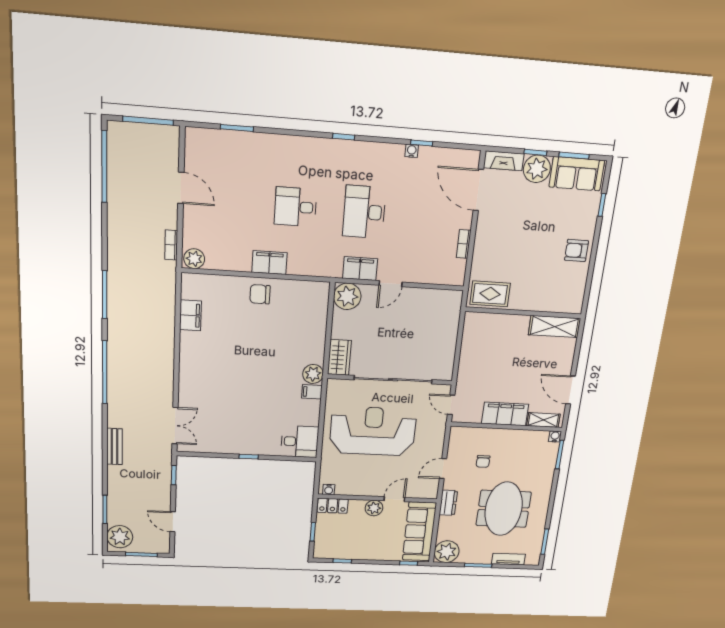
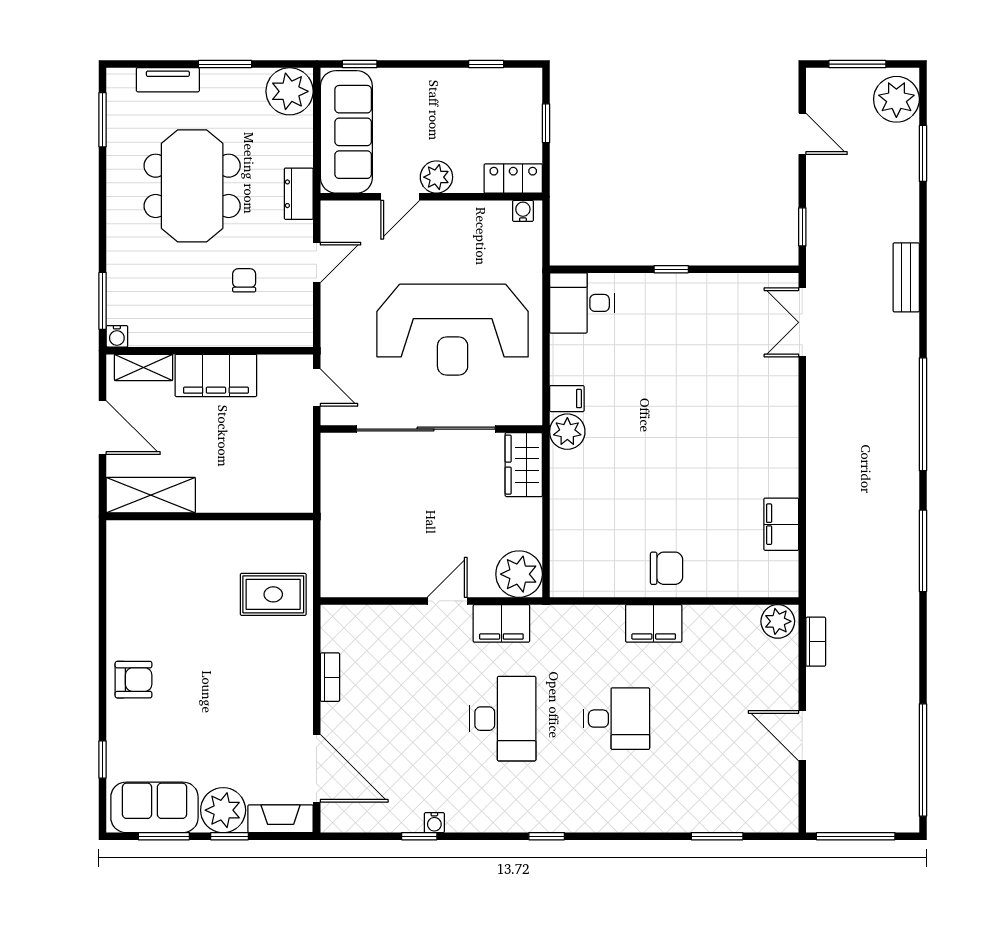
wall: (524, 313) -> (210, 517), moved
shelving: (554, 327) -> (151, 495), moved

